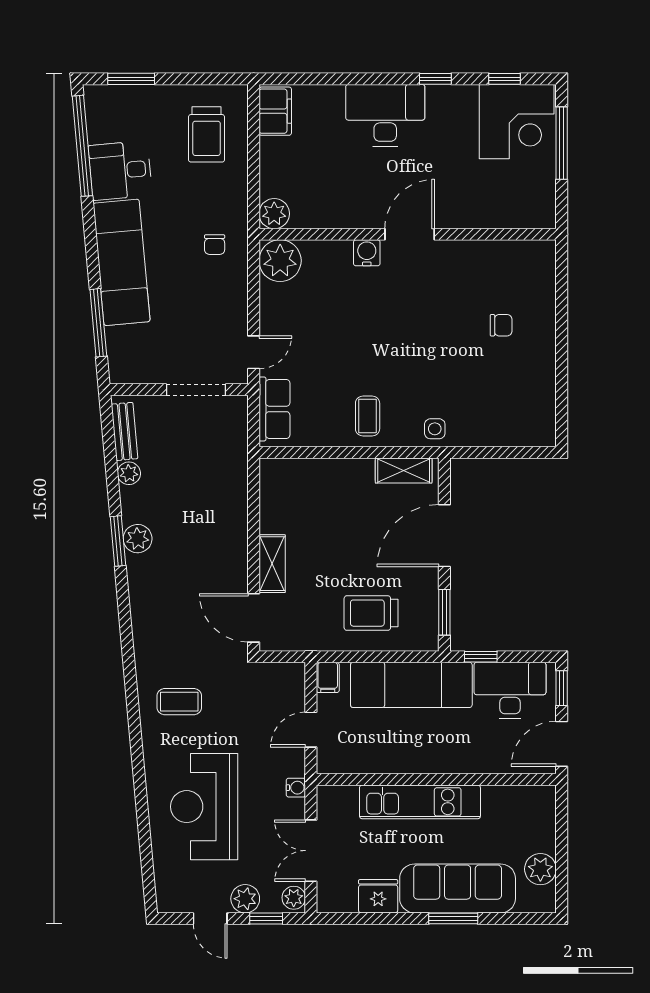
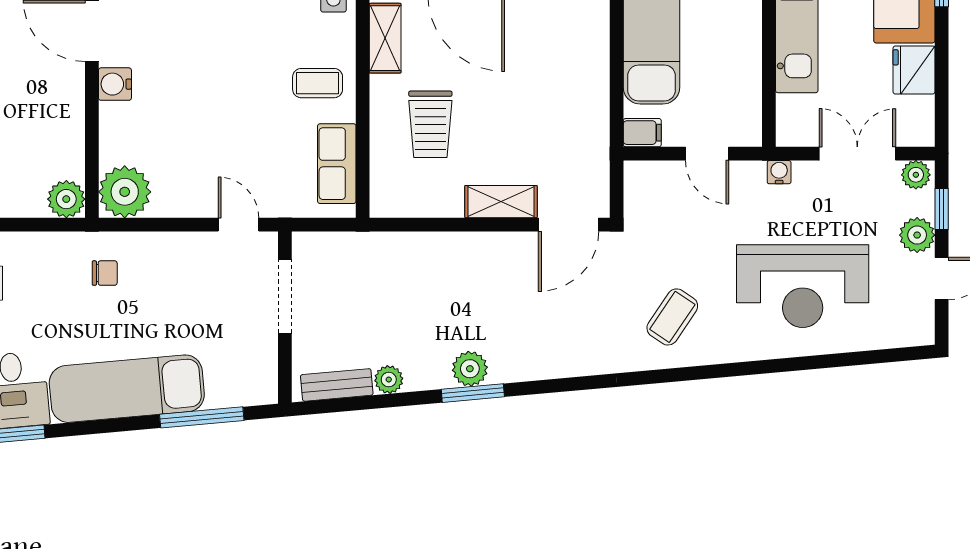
row of seats: (274, 409) -> (337, 164), moved, turned -90
trolley: (371, 613) -> (430, 124), moved
coffee table: (179, 702) -> (672, 317), turned 34
double door: (311, 851) -> (857, 154), swing flipped

